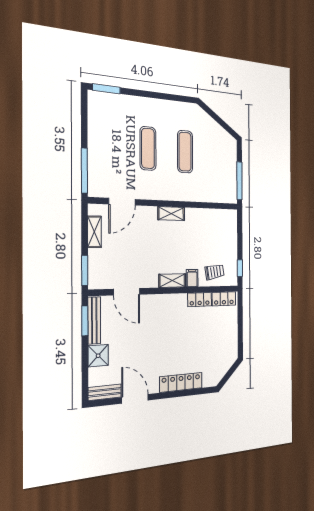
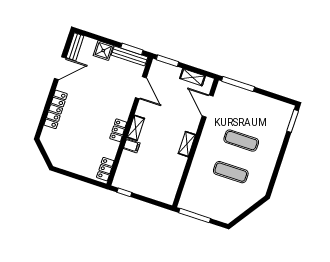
trolley: (215, 272) -> (129, 168), removed
door: (127, 292) -> (141, 88), swing flipped
locker: (200, 300) -> (118, 130), moved

